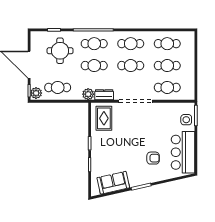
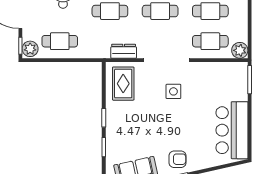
plant: (88, 94) -> (240, 50), moved
side table: (186, 120) -> (173, 91), moved
armchair: (153, 158) -> (178, 159), moved

